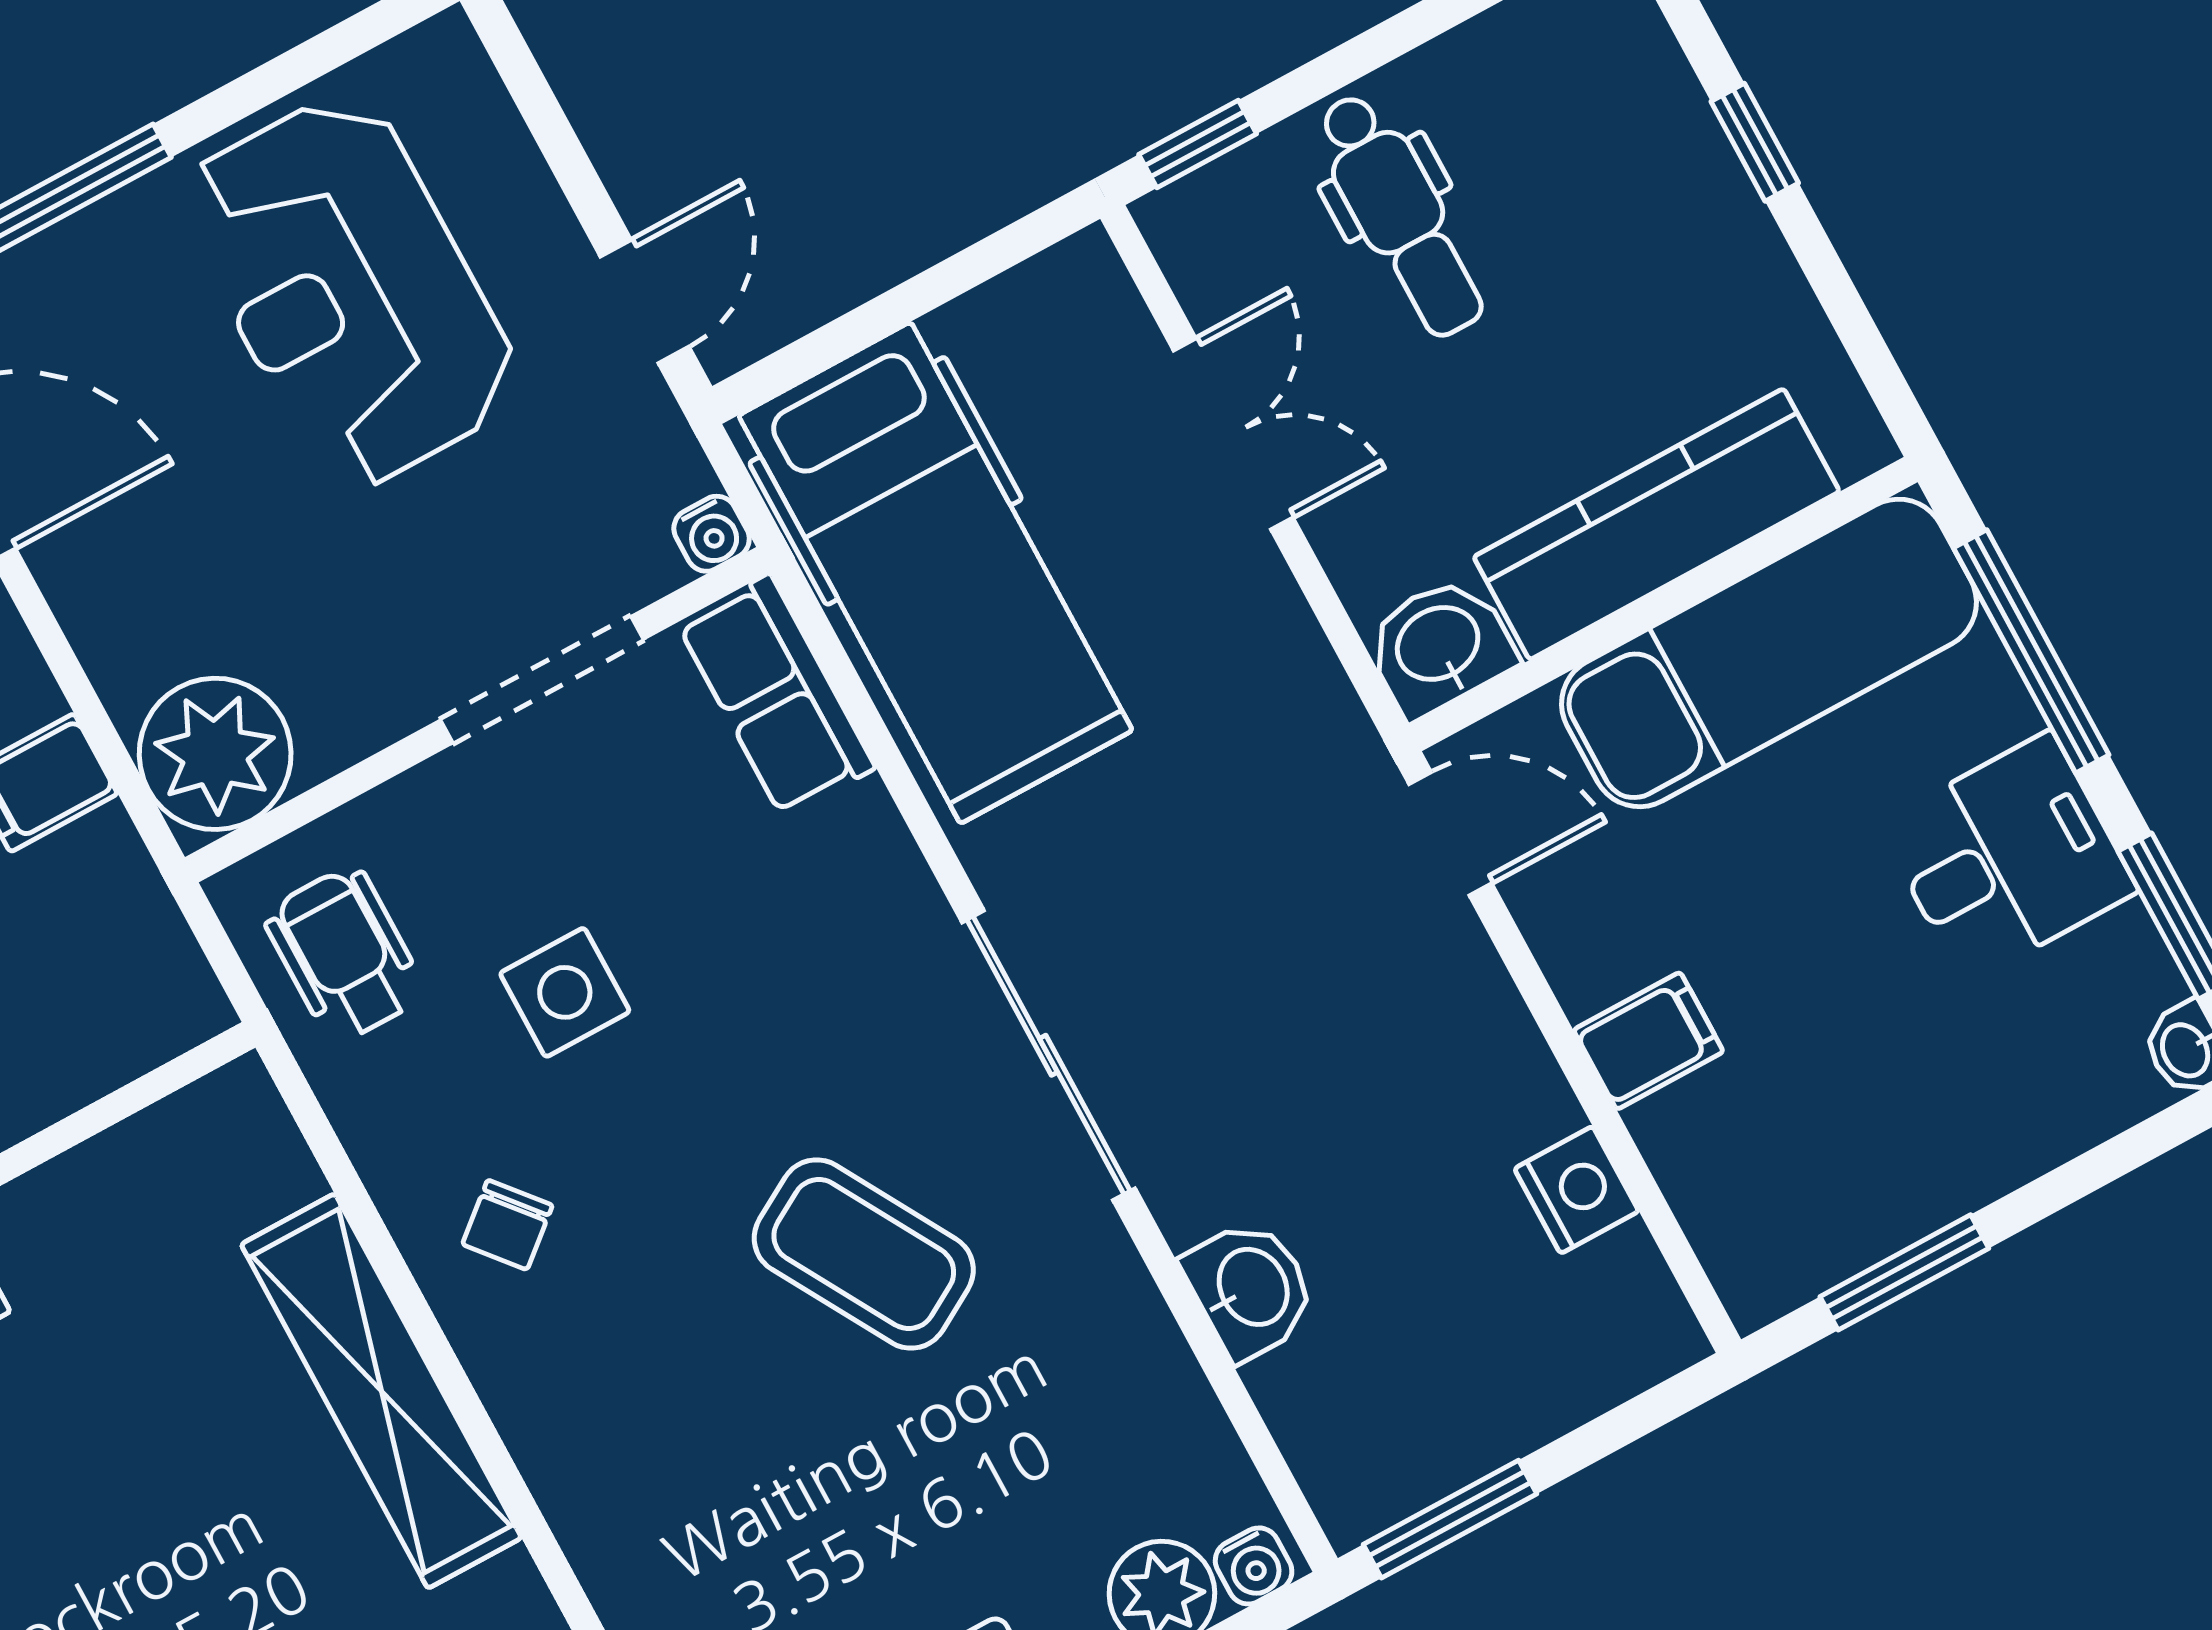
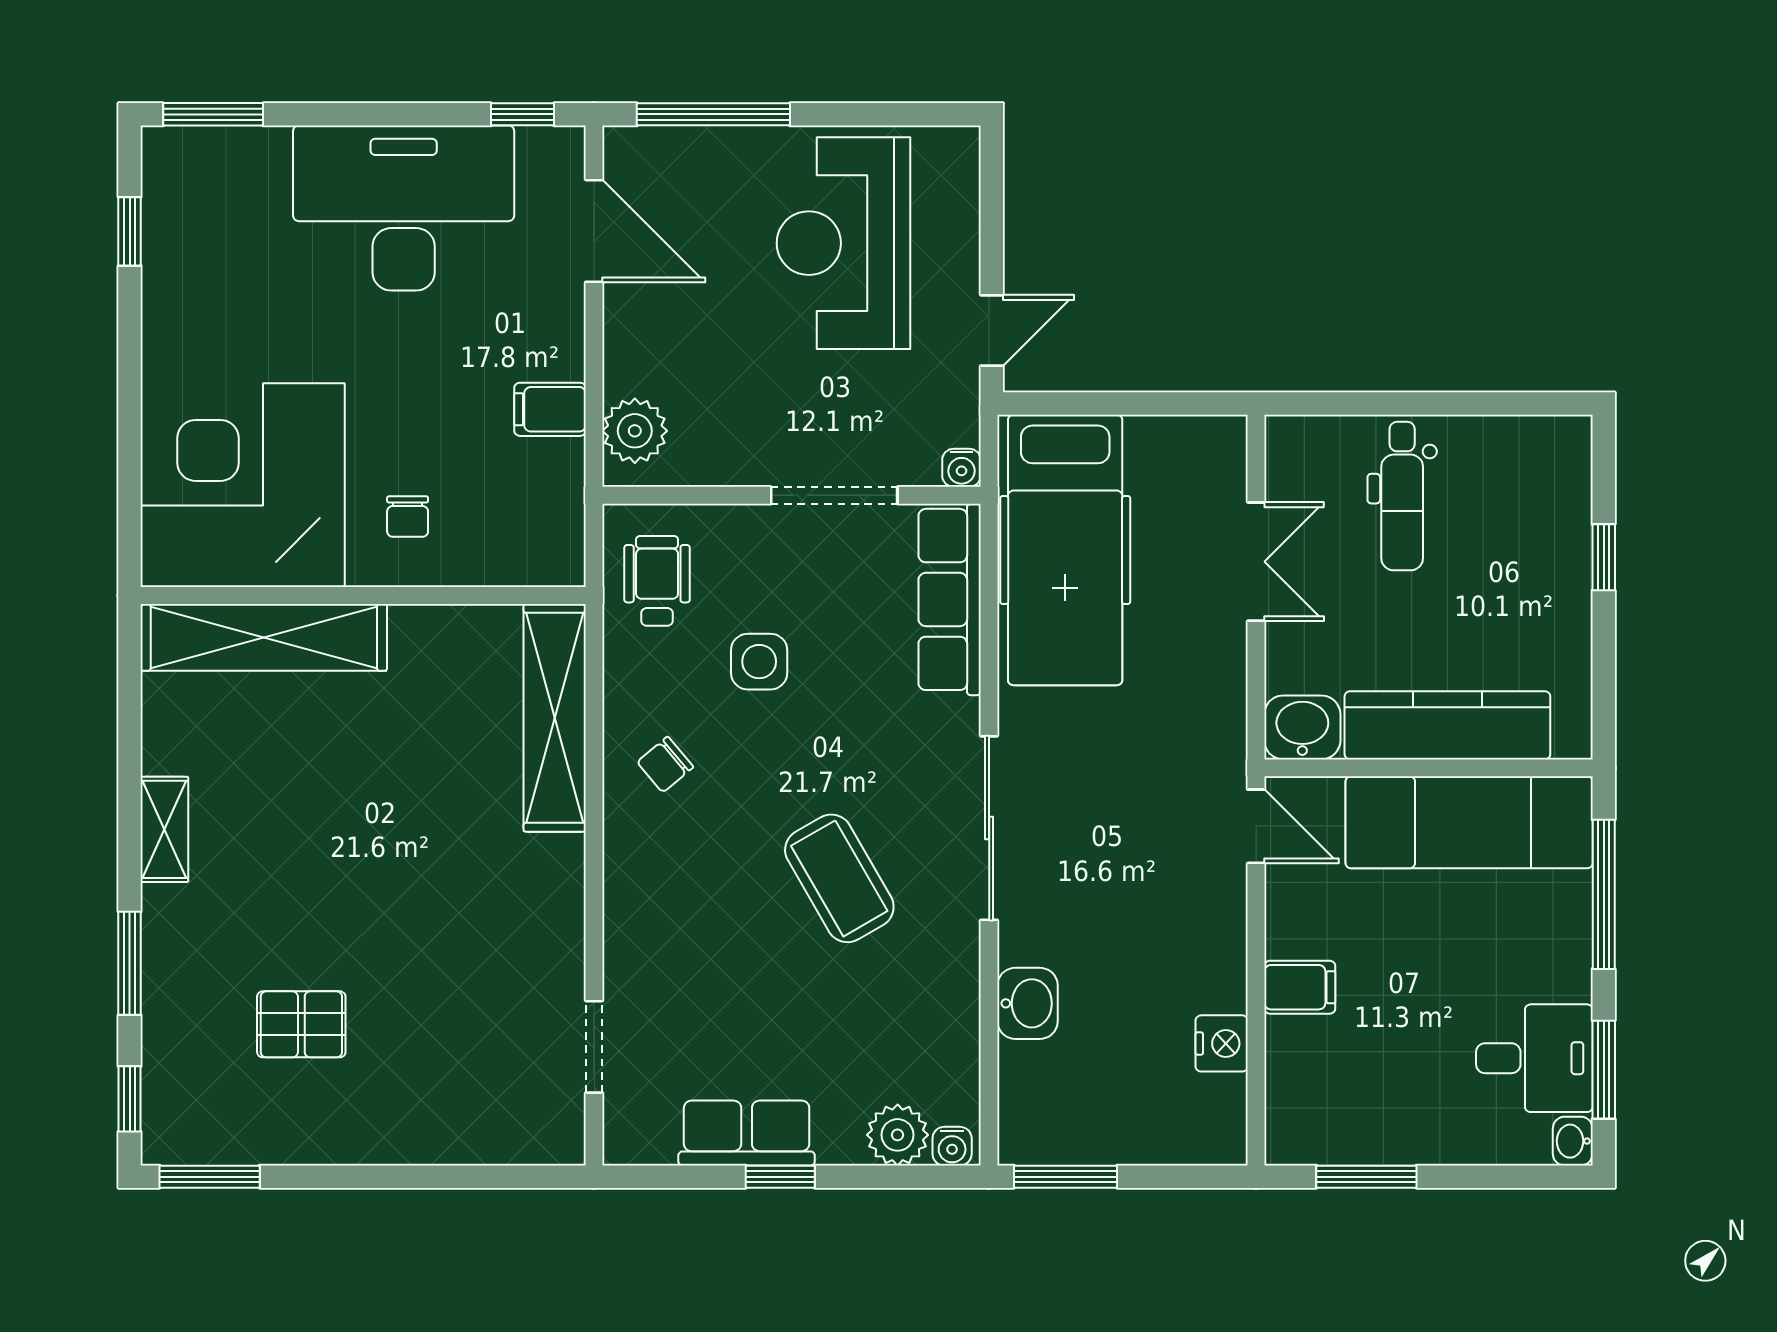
window: (1198, 144) -> (1318, 404), removed
row of seats: (776, 696) -> (950, 599), width x1.48
plant: (215, 754) -> (635, 431), width x0.73, depth x0.73
desk: (2008, 857) -> (1534, 1058), moved
shelving: (381, 1391) -> (555, 718), moved

